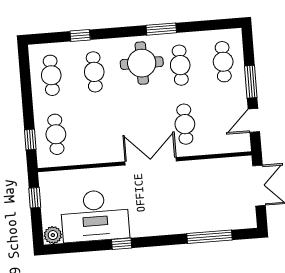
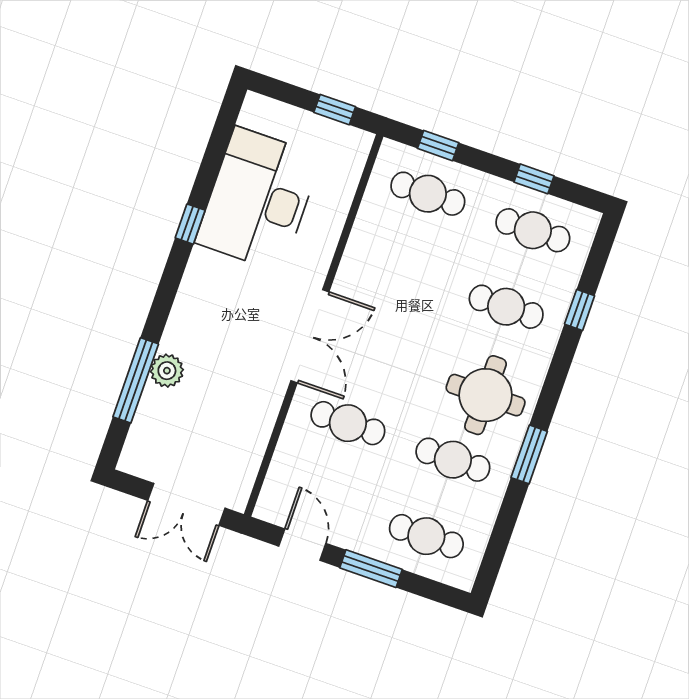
window: (26, 86) -> (534, 179), added
plant: (53, 235) -> (167, 371), moved

